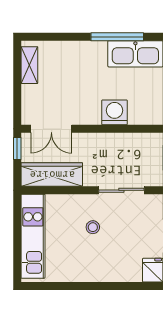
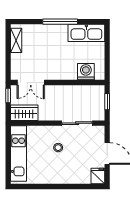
window: (117, 37) -> (60, 22), moved
washing machine: (115, 112) -> (86, 72), moved
wardrobe: (52, 174) -> (24, 113), width x0.67

